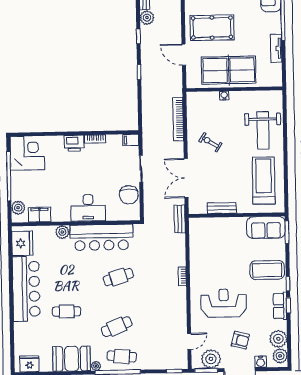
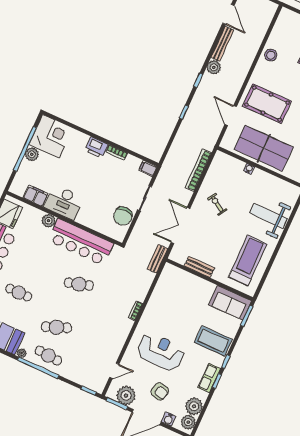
weight bench: (263, 130) -> (268, 216), turned 90
plant: (18, 208) -> (32, 154), moved
desk: (88, 208) -> (64, 202), moved

